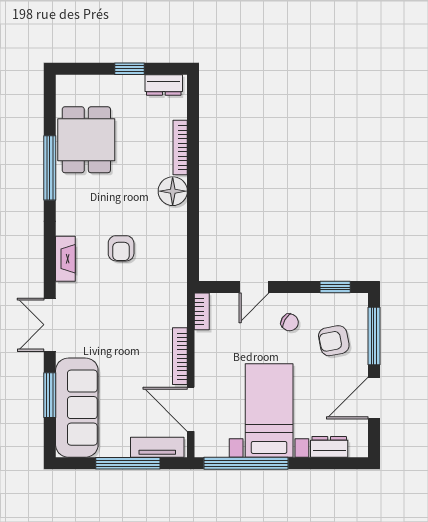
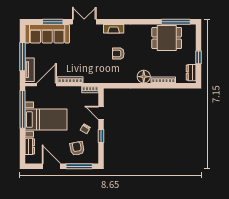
window: (50, 168) -> (176, 22), moved
window: (335, 287) -> (101, 136), moved

